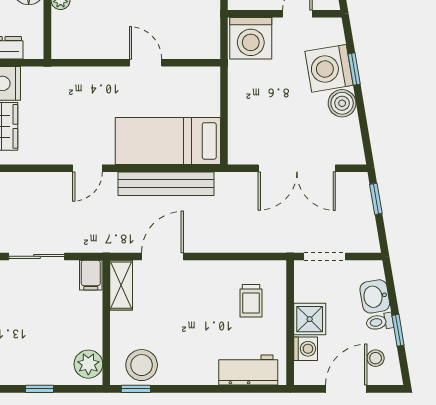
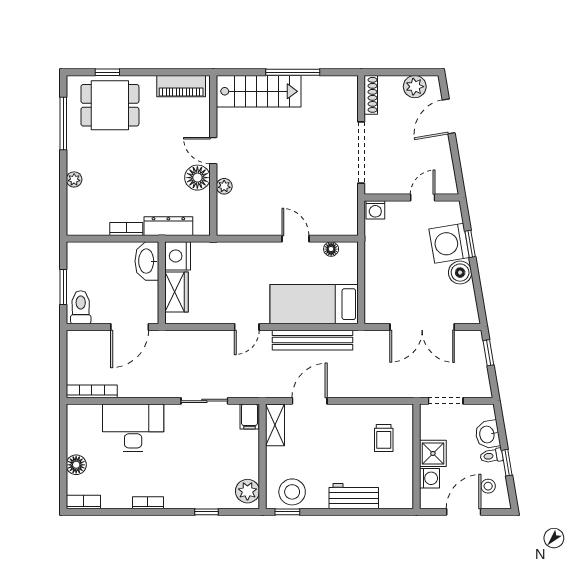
washing machine: (251, 38) -> (375, 210), width x0.53, depth x0.53
floor lamp: (188, 75) -> (331, 249), added
workbench: (248, 370) -> (354, 496), moved

